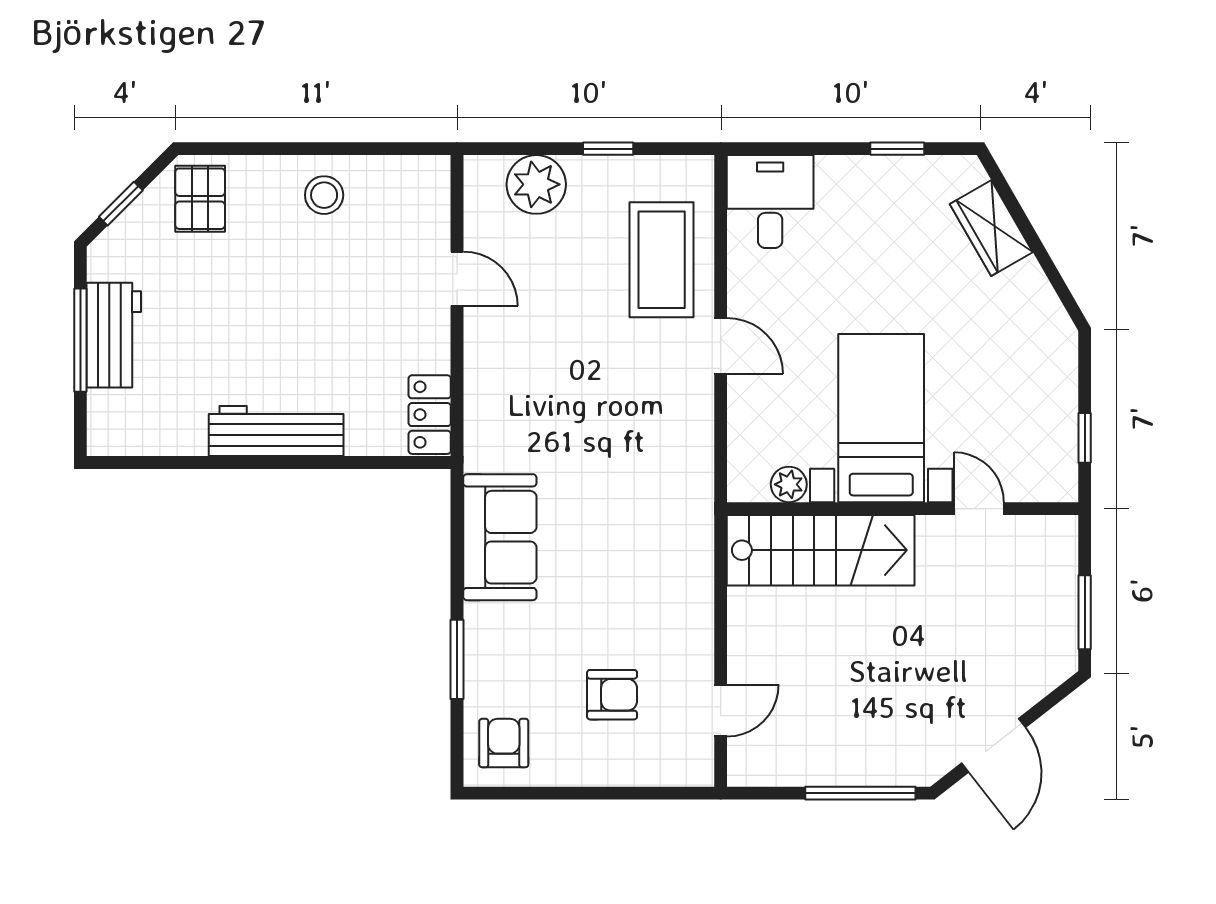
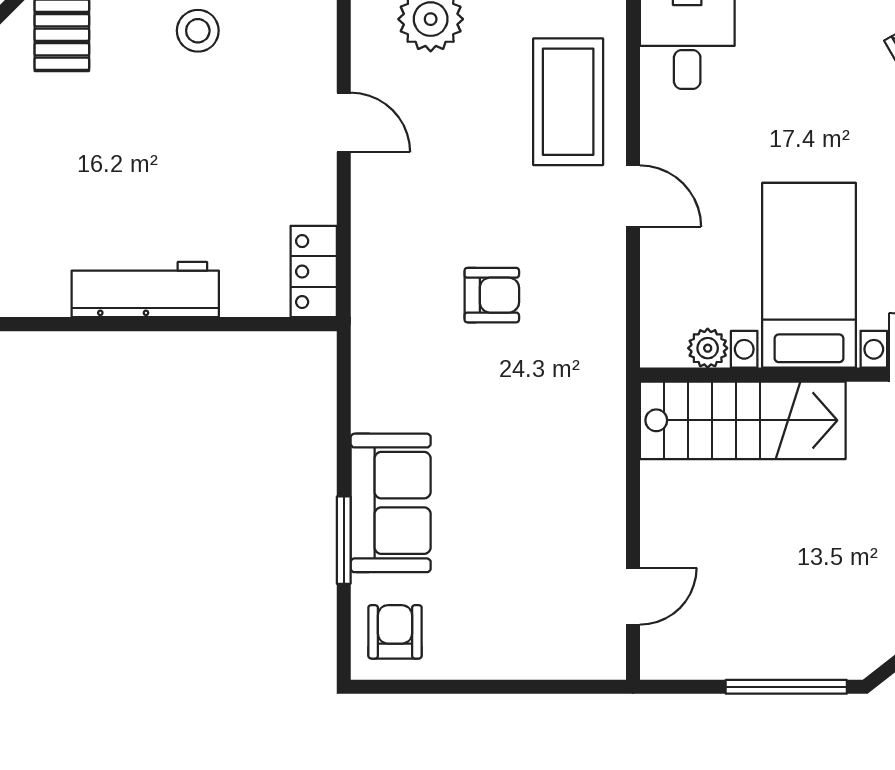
sofa: (500, 537) -> (391, 503), moved
armchair: (612, 695) -> (492, 295), moved

